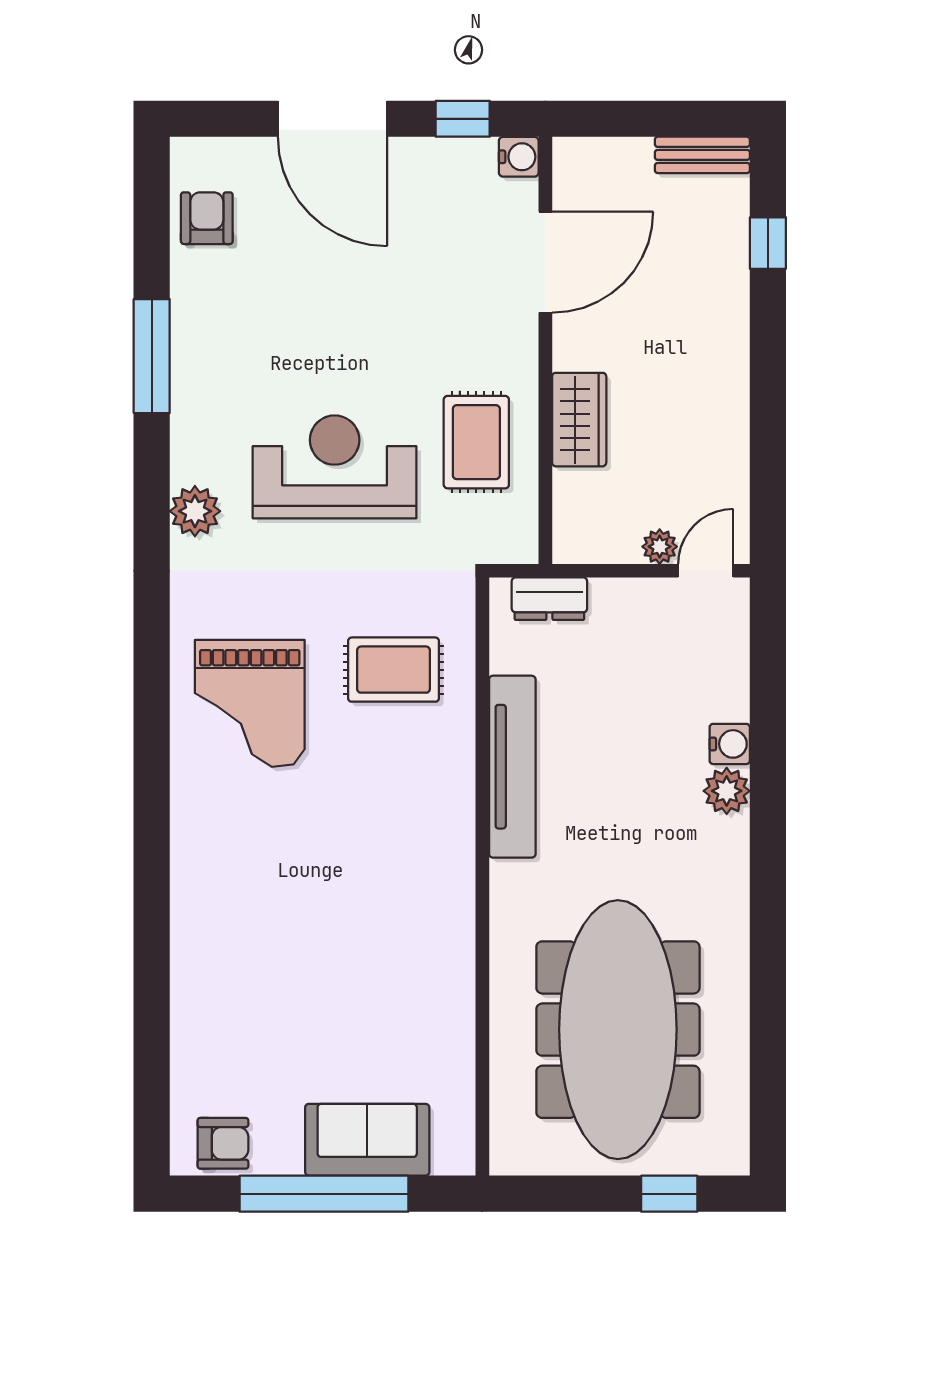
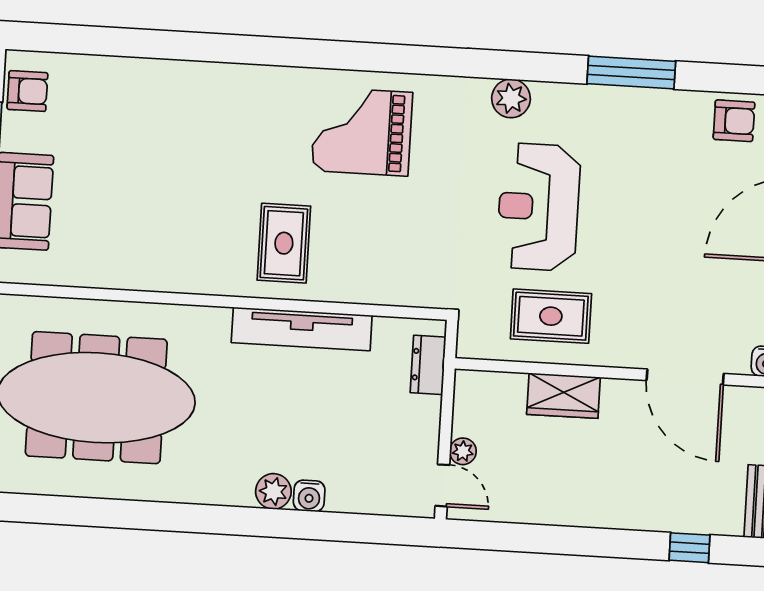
reception desk: (335, 467) -> (539, 207), turned 180
rug: (394, 670) -> (284, 243), moved
armchair: (223, 1143) -> (27, 91), turned -90

